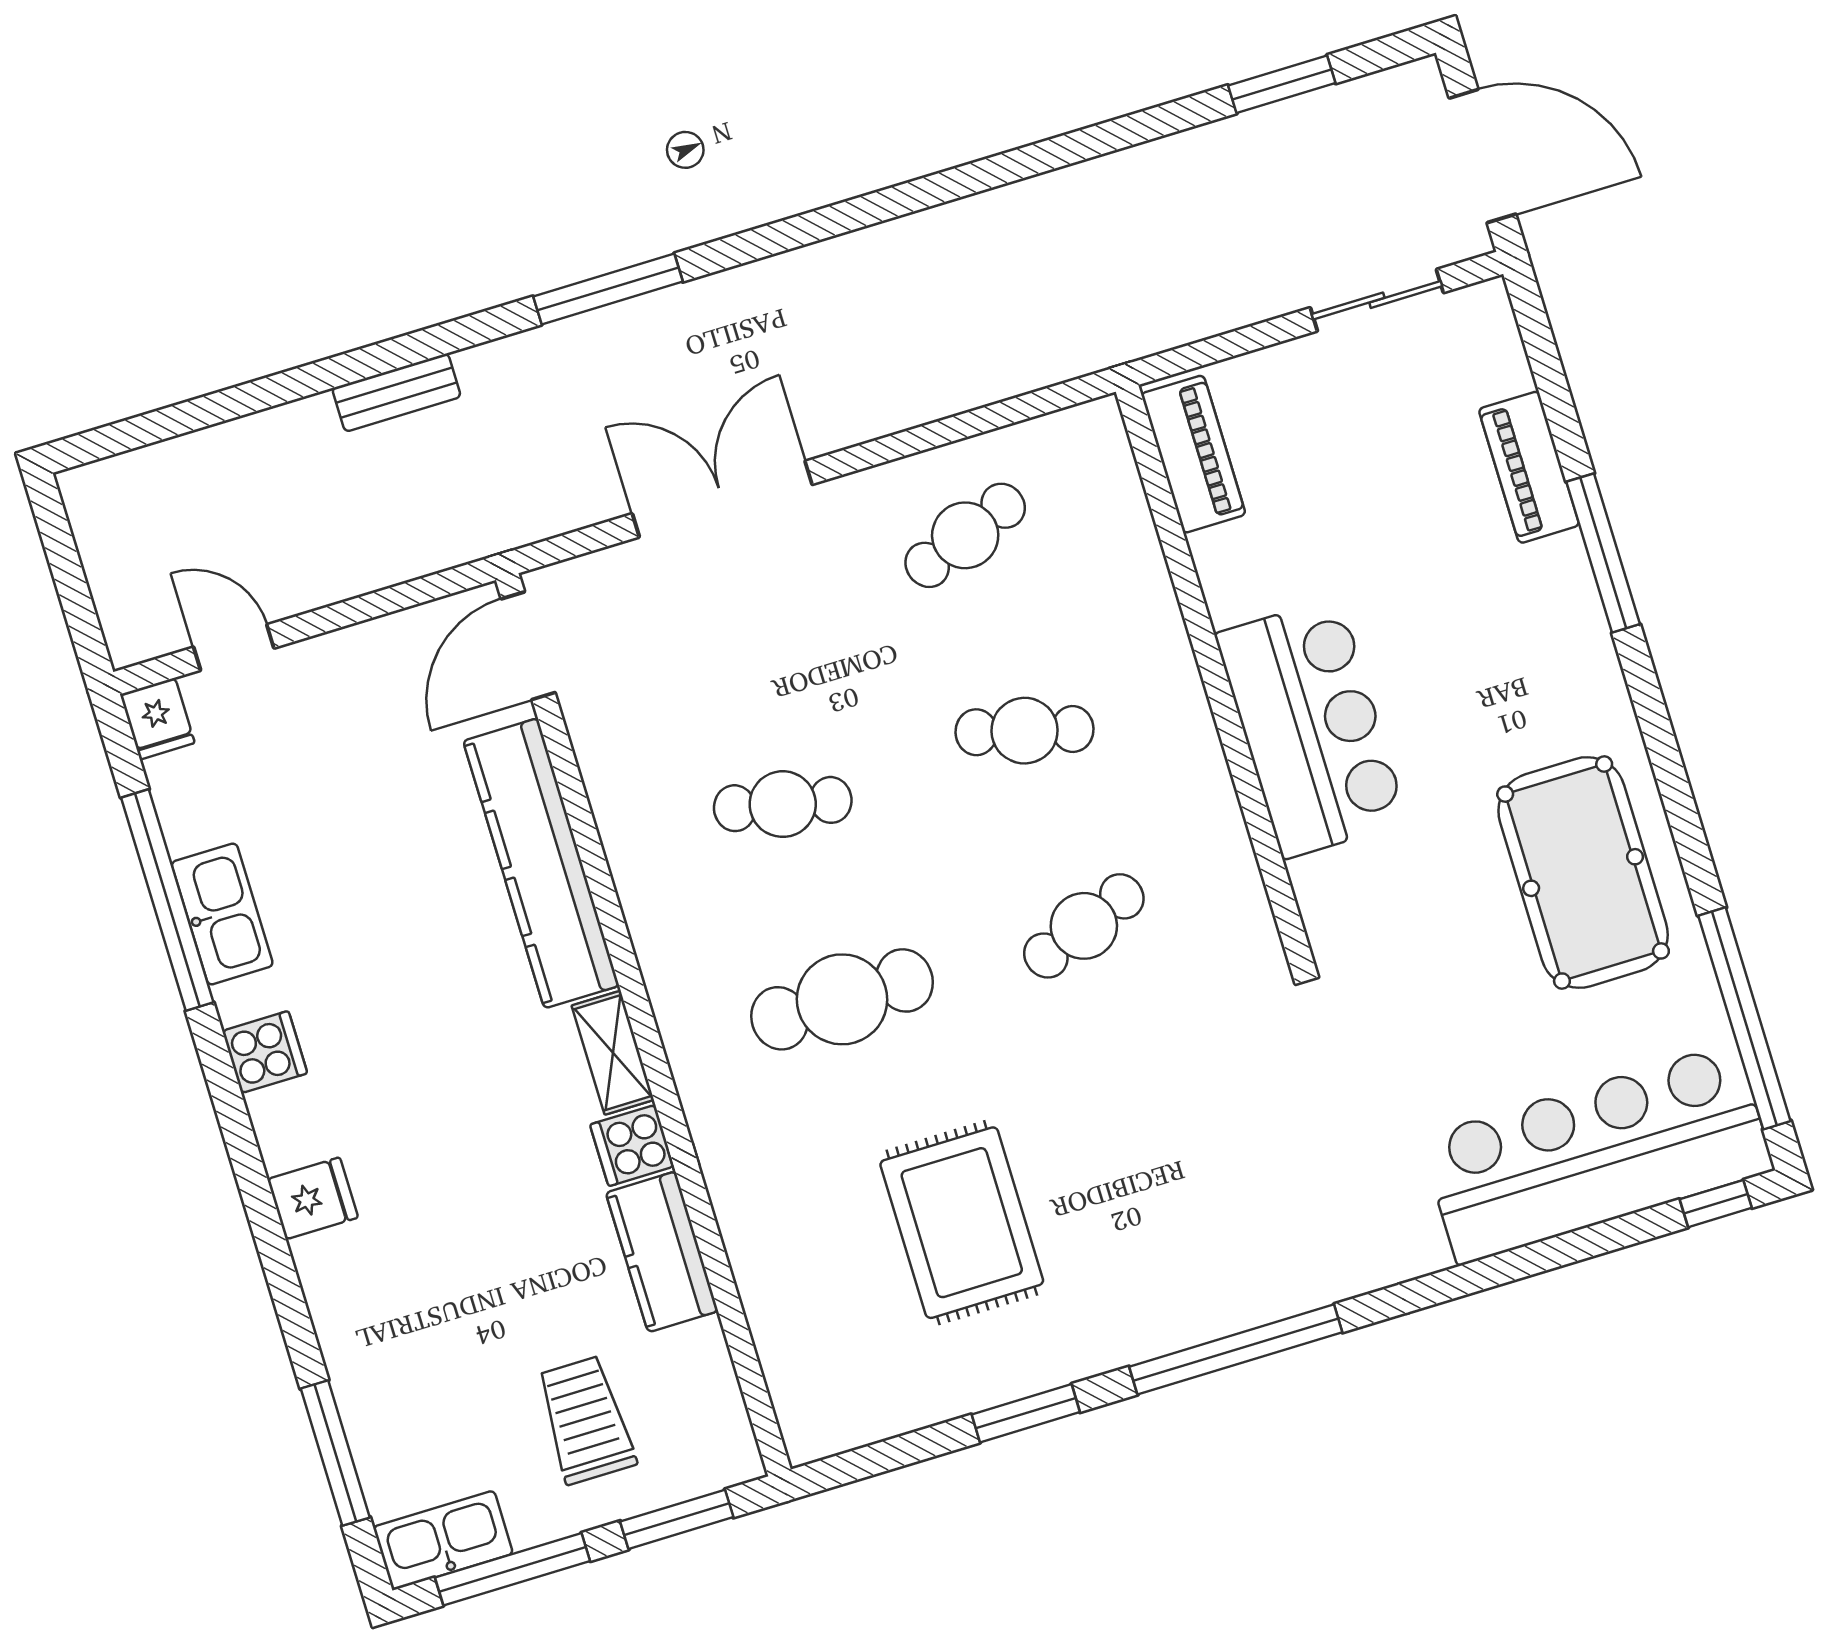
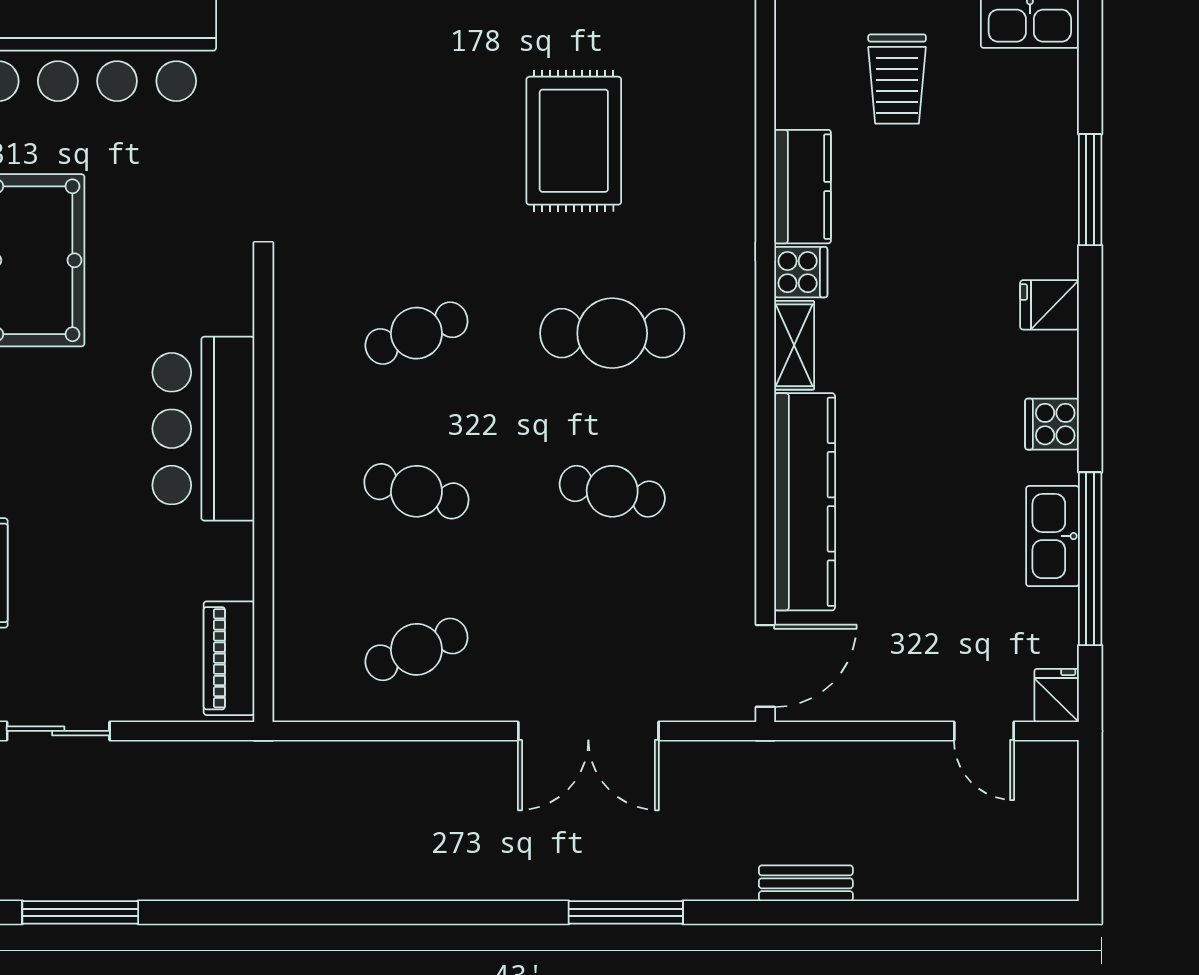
window: (1282, 84) -> (80, 912), width x1.44
window: (335, 1453) -> (1090, 190), moved

